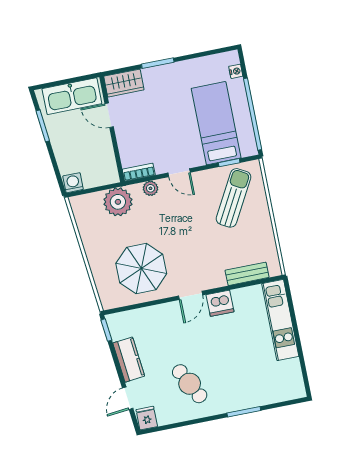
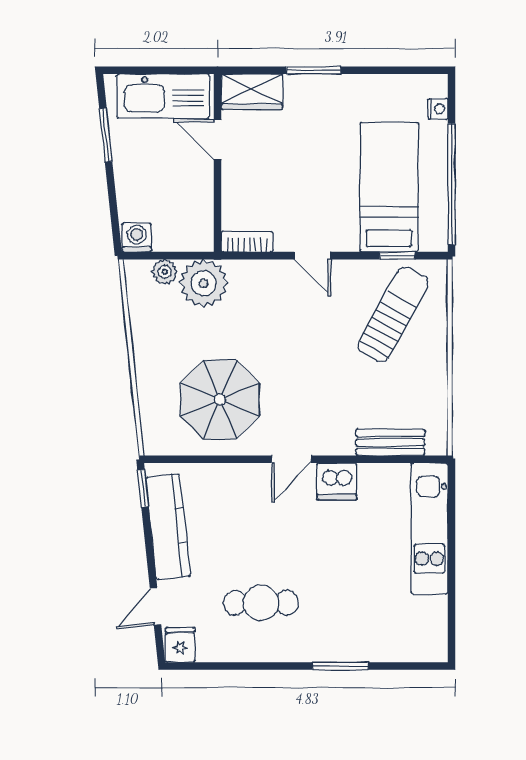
plant: (150, 188) -> (165, 272), moved
kitchen counter: (129, 360) -> (168, 527), width x1.50
cafe table: (190, 384) -> (261, 603), turned -62

